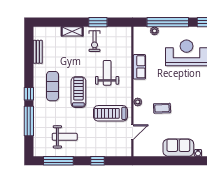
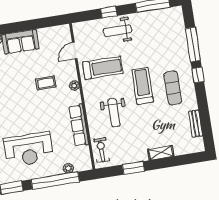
exercise bike: (94, 41) -> (101, 150), moved
row of seats: (139, 67) -> (79, 125), width x1.48
treadmill: (78, 92) -> (143, 86), turned 180
weight bench: (65, 137) -> (117, 31), moved

